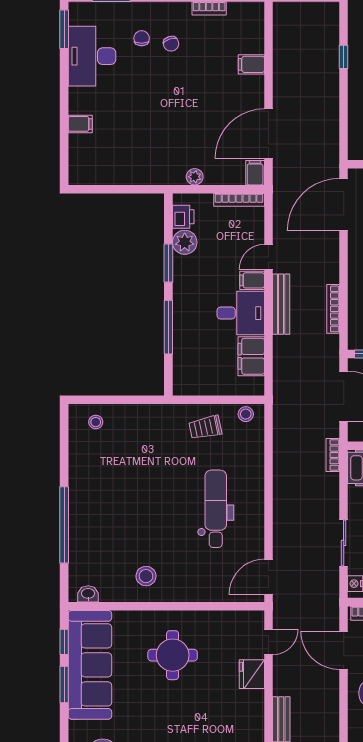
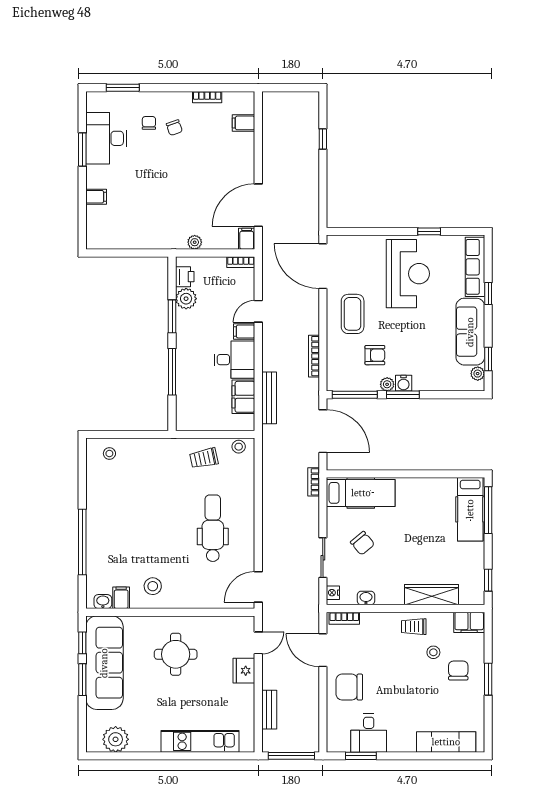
window: (64, 29) -> (82, 149), moved
filing cabinet: (251, 64) -> (243, 123), moved
bookcase: (239, 200) -> (241, 262), width x0.64
door: (344, 205) -> (323, 266), hinge flipped
bench: (281, 304) -> (269, 398), moved
filing cabinet: (109, 589) -> (121, 598), added

